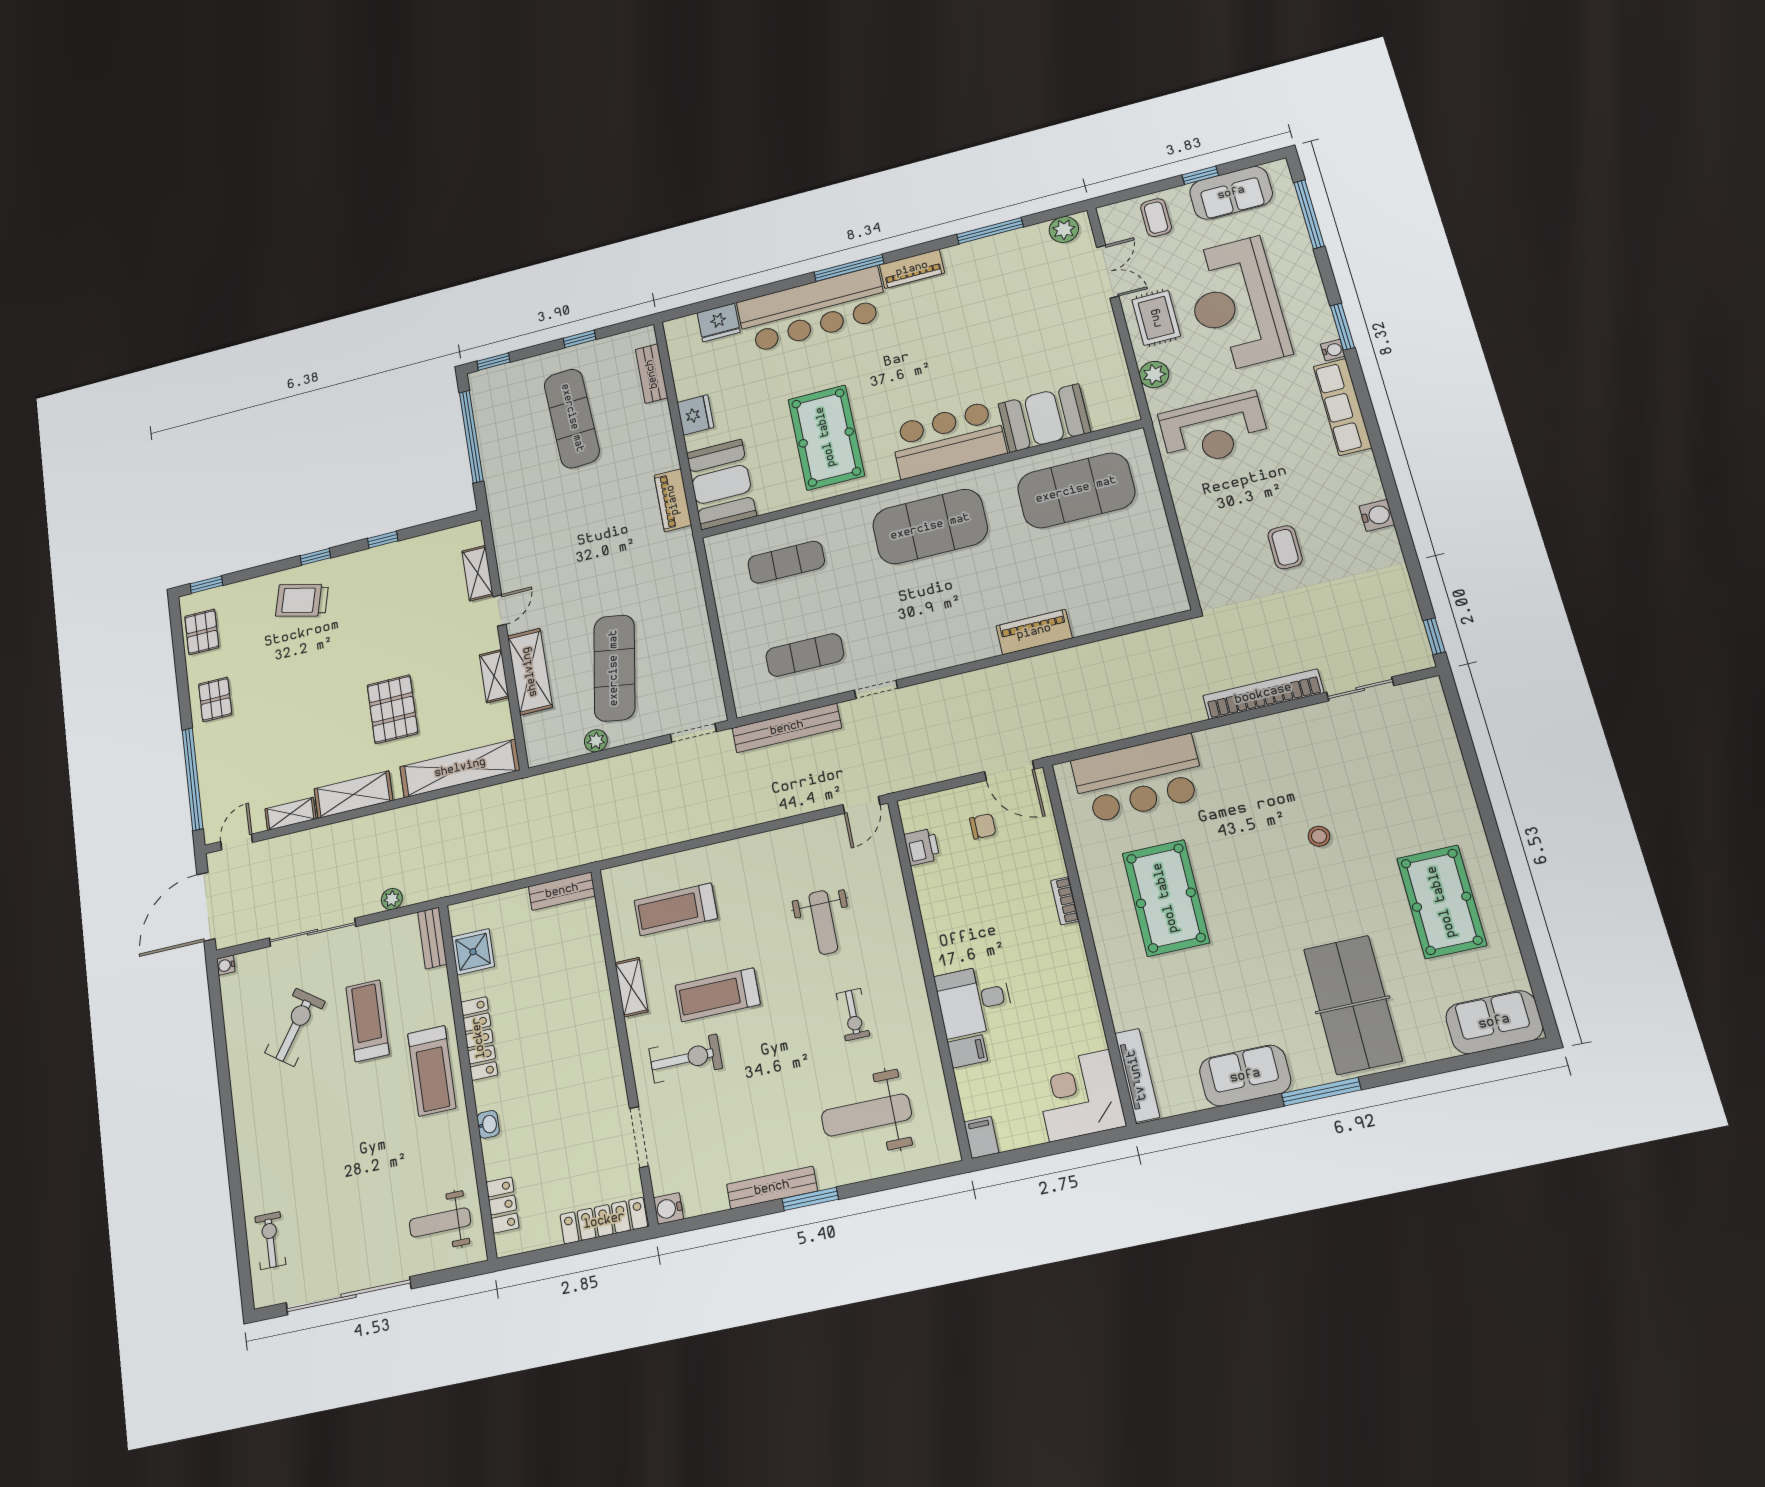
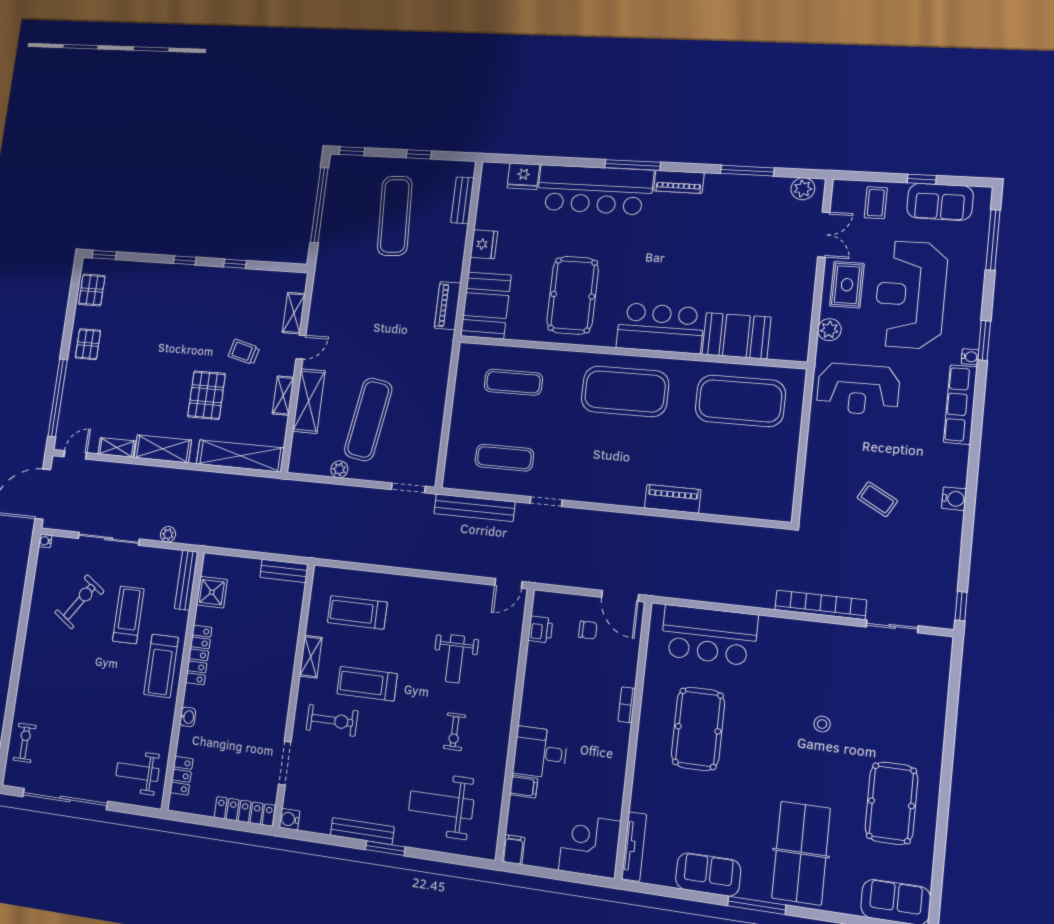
coffee table: (1285, 547) -> (877, 499), turned -61
trolley: (302, 600) -> (244, 352), moved, width x0.73, depth x0.72
bench: (432, 938) -> (186, 580), width x1.36

